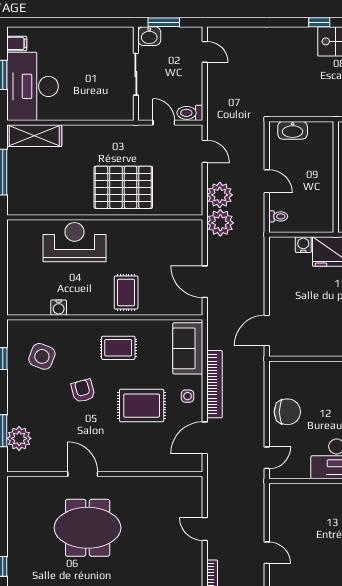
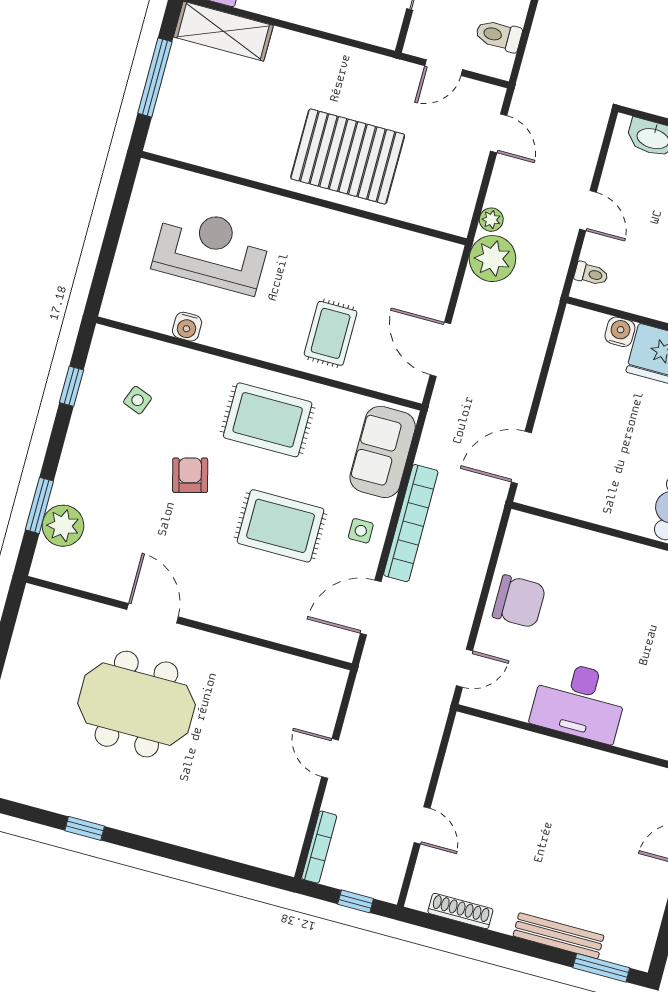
toilet: (190, 113) -> (499, 36), moved
door: (164, 123) -> (444, 68), swing flipped
plant: (220, 195) -> (491, 220), width x0.53, depth x0.53
reception desk: (74, 242) -> (211, 250), moved
rug: (126, 292) -> (331, 333), moved
rug: (118, 348) -> (268, 420), width x1.36, depth x1.43
side table: (42, 356) -> (138, 400), width x0.54, depth x0.54

